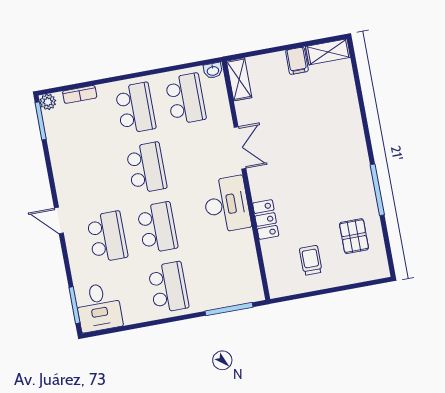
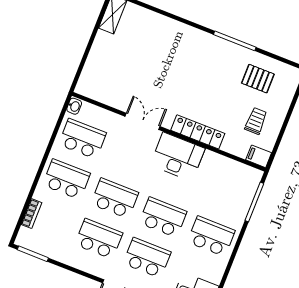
filing cabinet: (297, 61) -> (259, 156), moved, turned 180
shelving: (239, 79) -> (92, 91), removed
plant: (48, 102) -> (22, 240), removed
school desk: (96, 177) -> (99, 239), added
locker: (266, 219) -> (198, 132), width x1.53
trolley: (311, 260) -> (256, 121), turned 90

